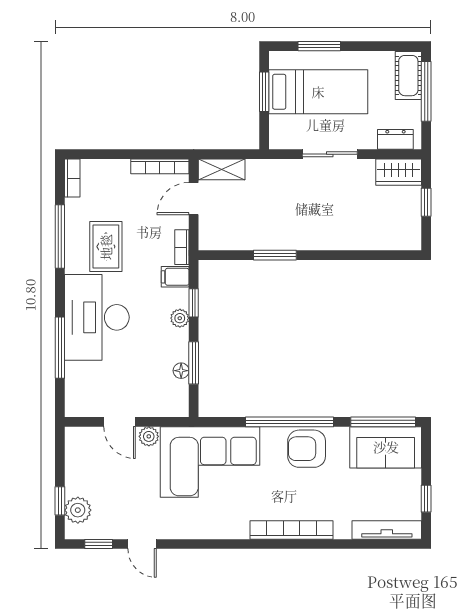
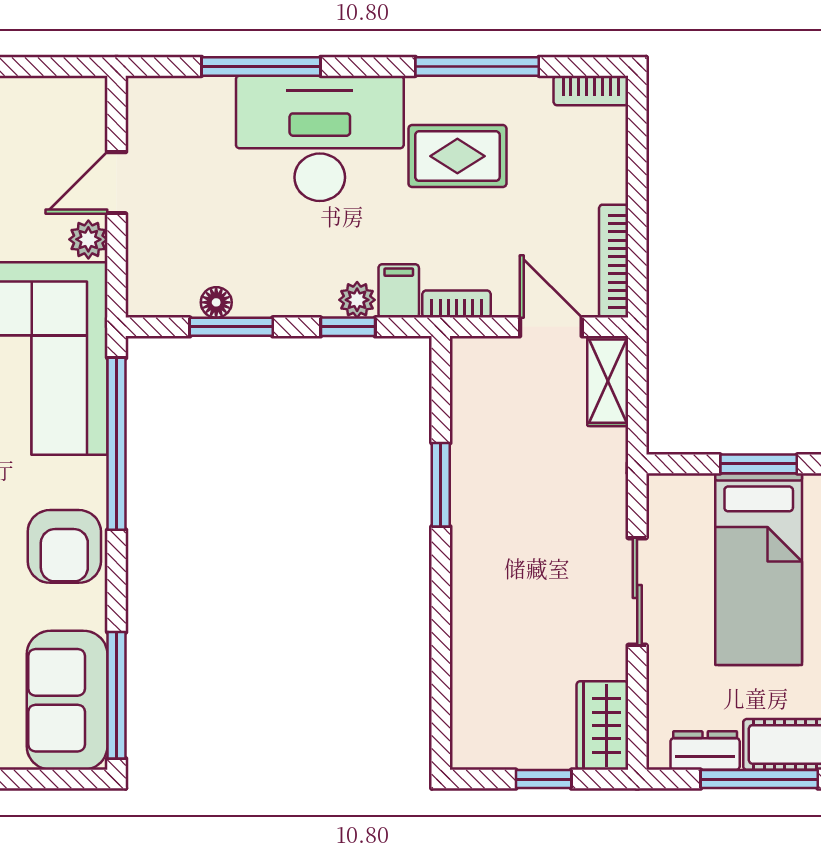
dresser: (395, 139) -> (705, 750), moved, turned -90
plant: (180, 318) -> (357, 300), moved
window: (290, 422) -> (117, 444), moved
armchair: (307, 449) -> (64, 546), turned 180

